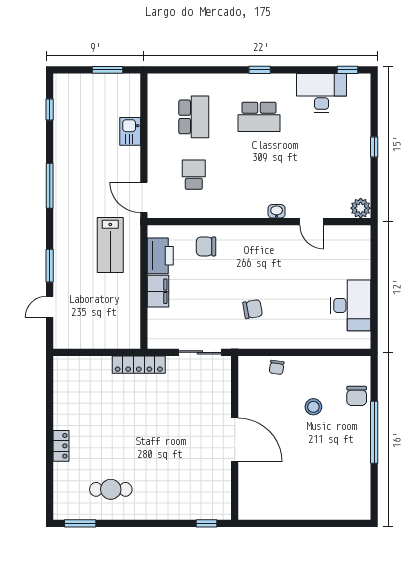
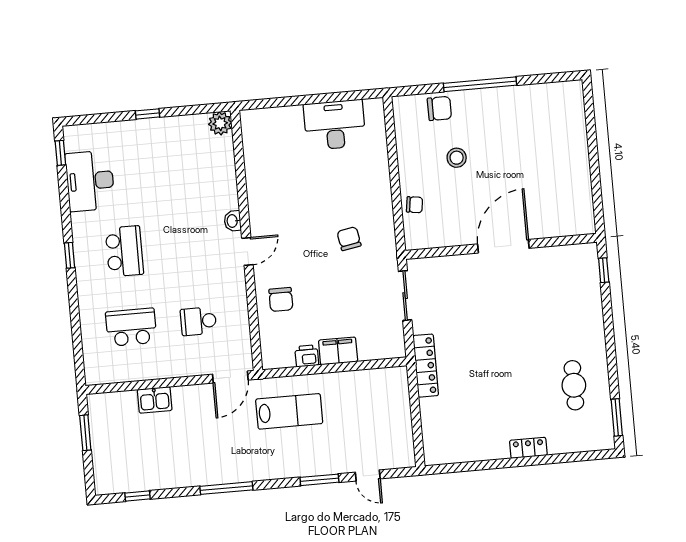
door: (312, 222) -> (247, 251), moved
printer: (160, 256) -> (307, 356), width x0.53, depth x0.68

